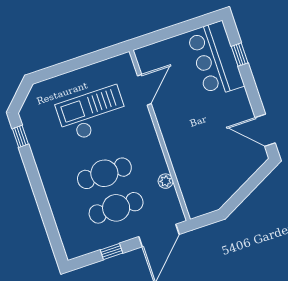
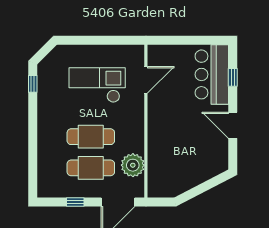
door: (265, 130) -> (233, 125), moved
plant: (166, 181) -> (133, 165), width x1.87, depth x1.87

